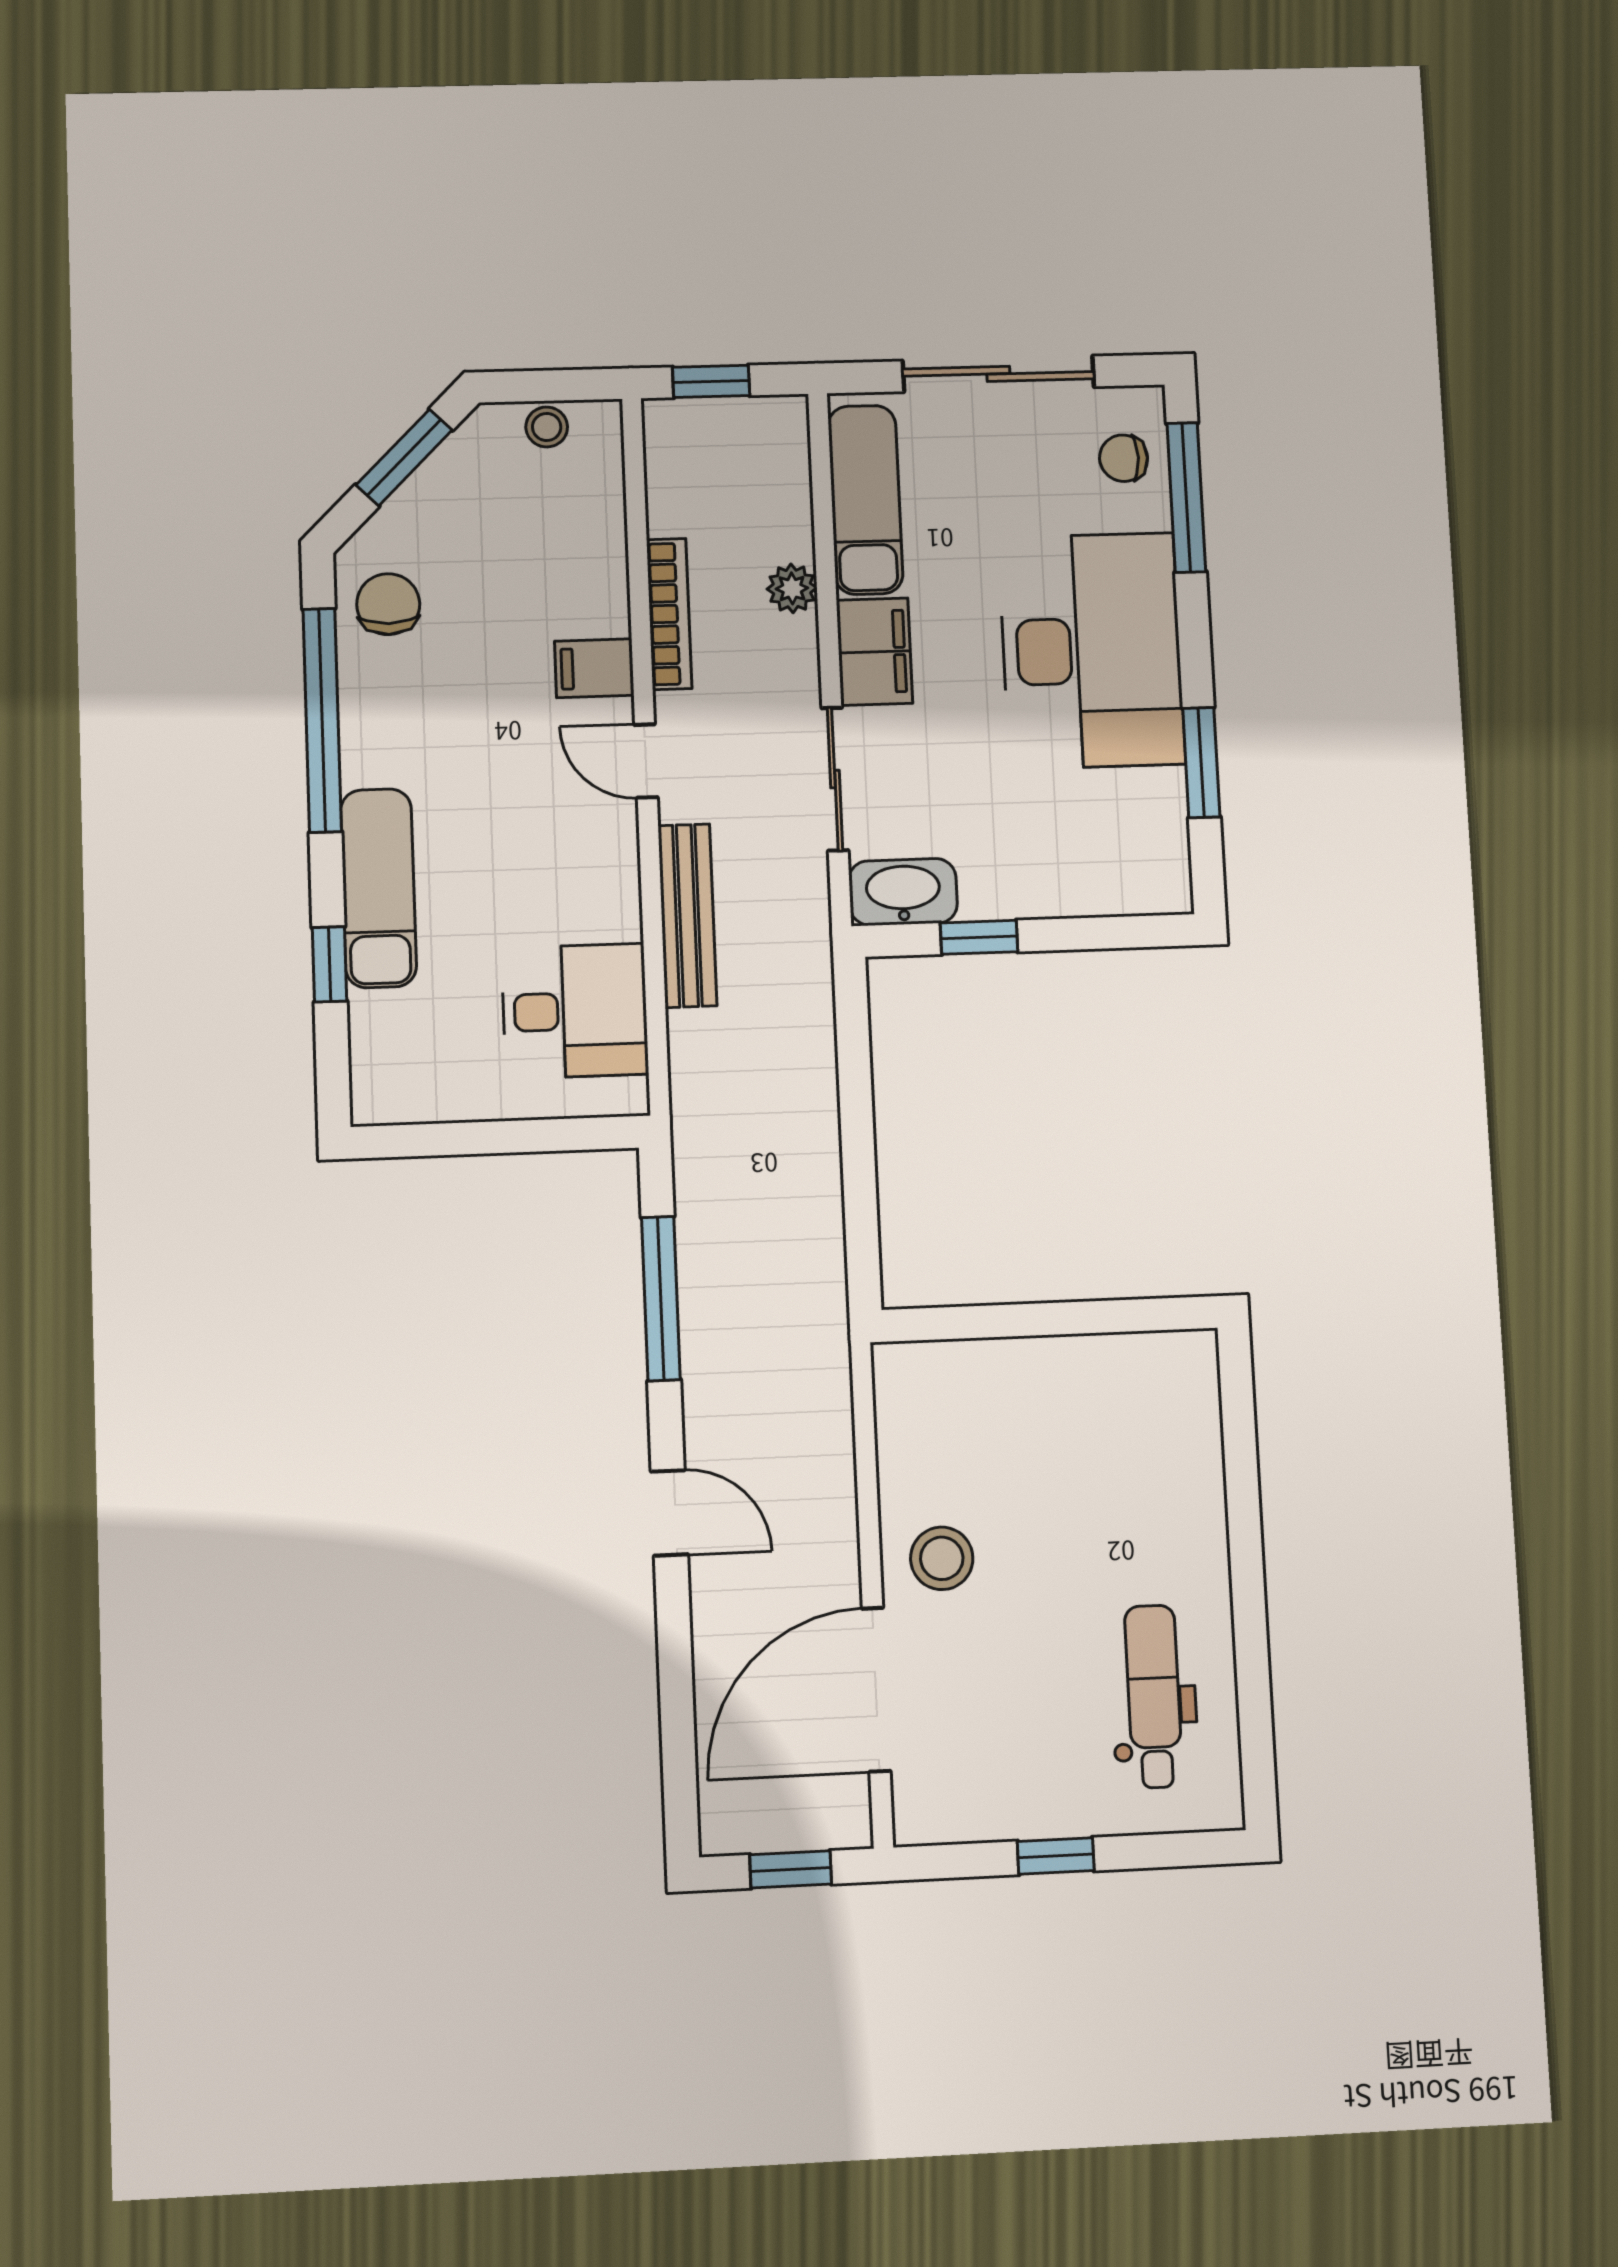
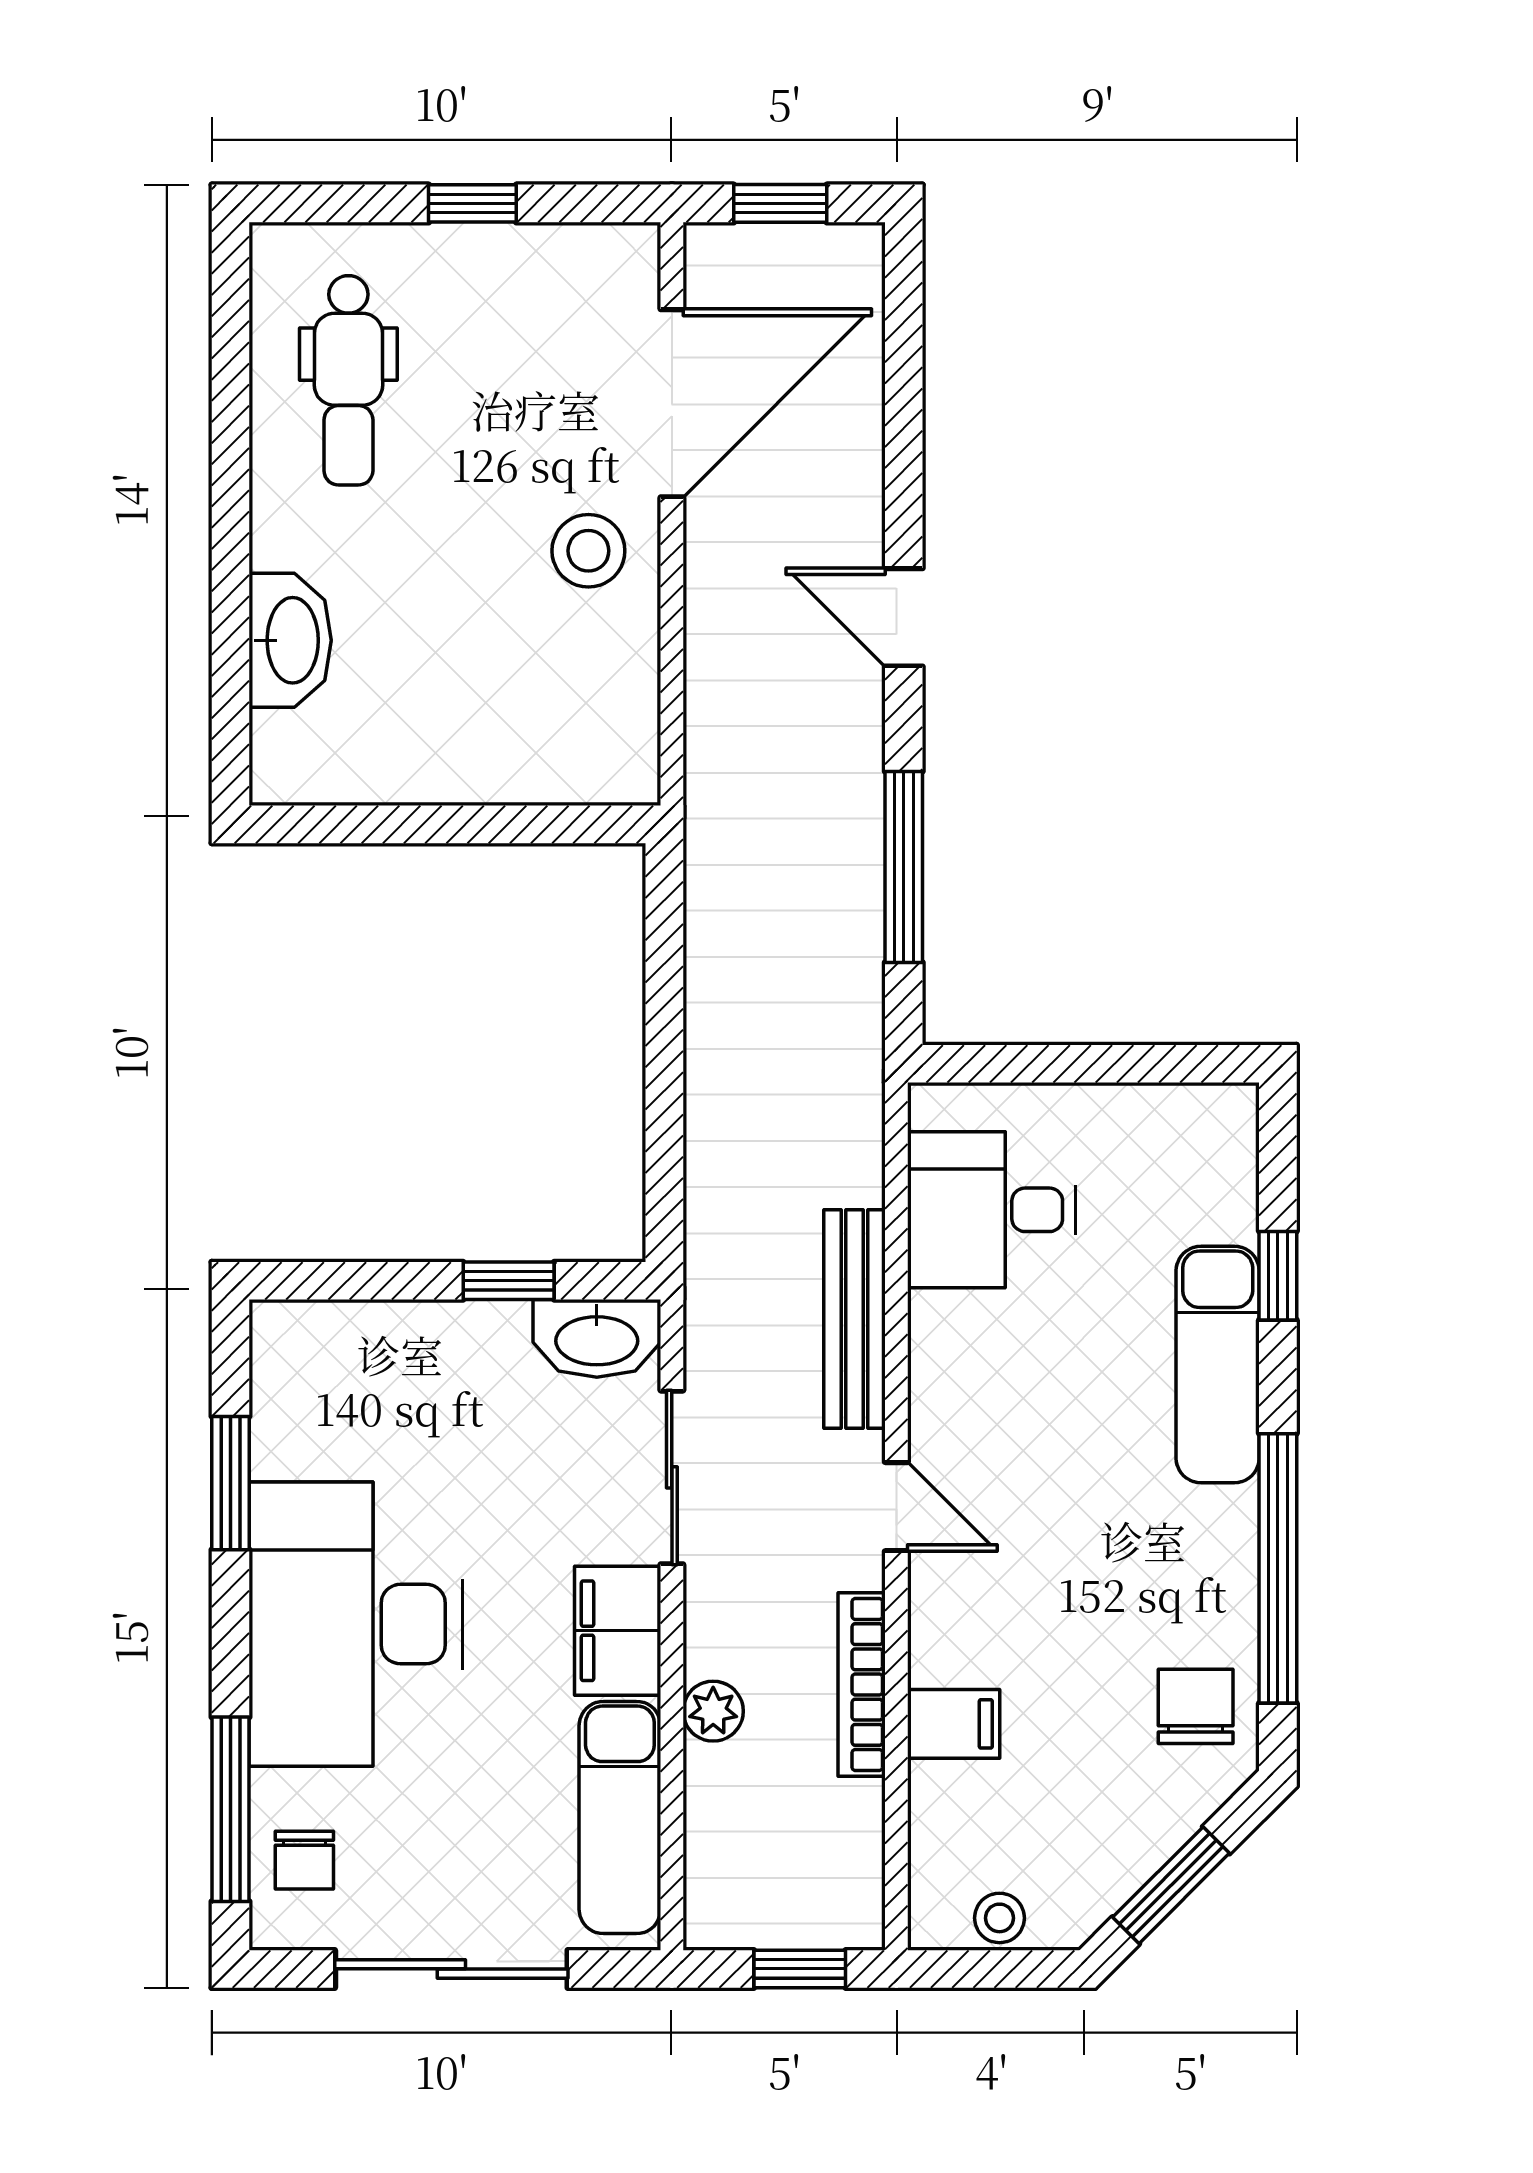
chair: (1124, 458) -> (304, 1860), turned 90
chair: (388, 604) -> (1196, 1706), turned 180
filing cabinet: (594, 668) -> (954, 1724), moved
washbasin: (1191, 1470) -> (290, 640), added

